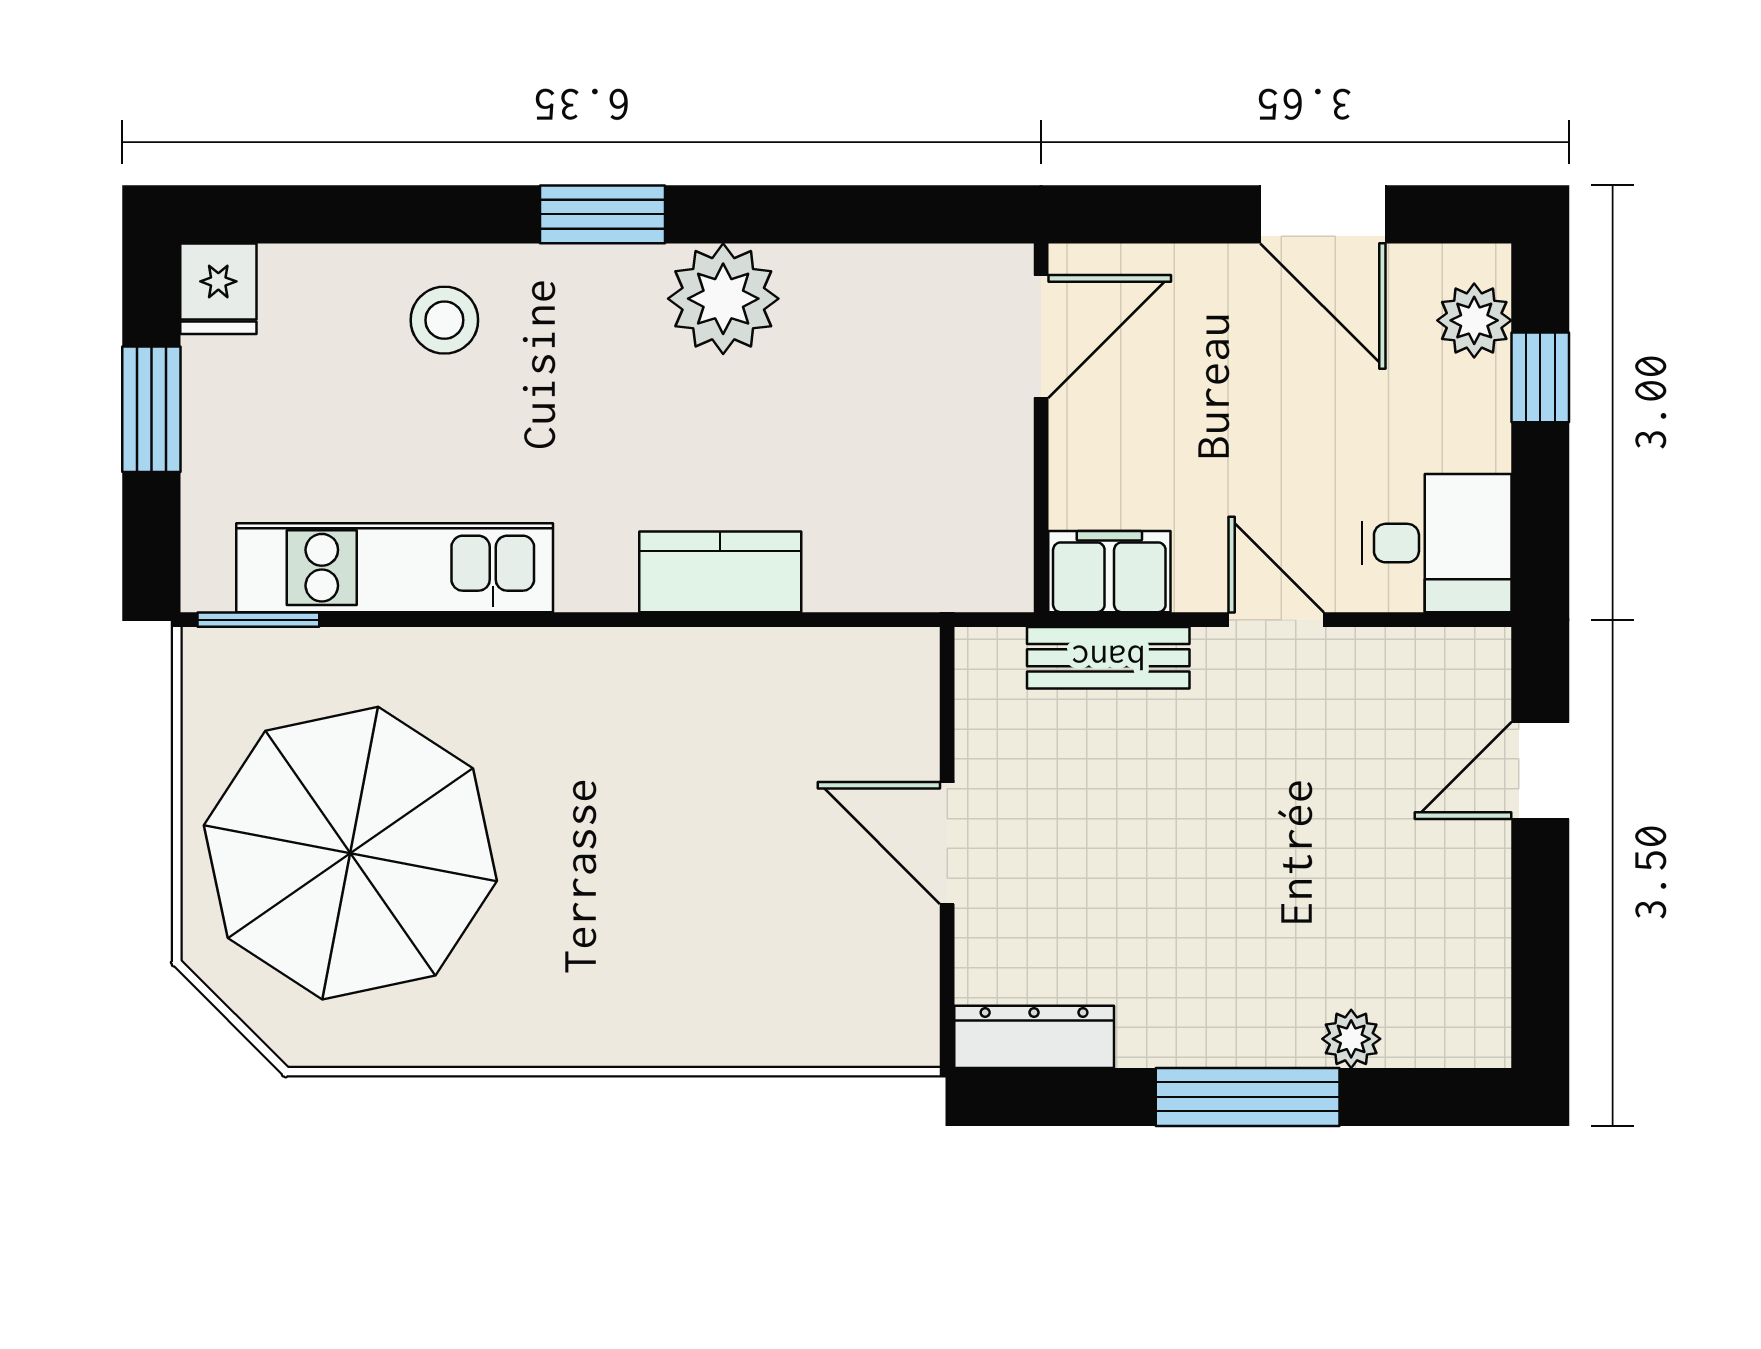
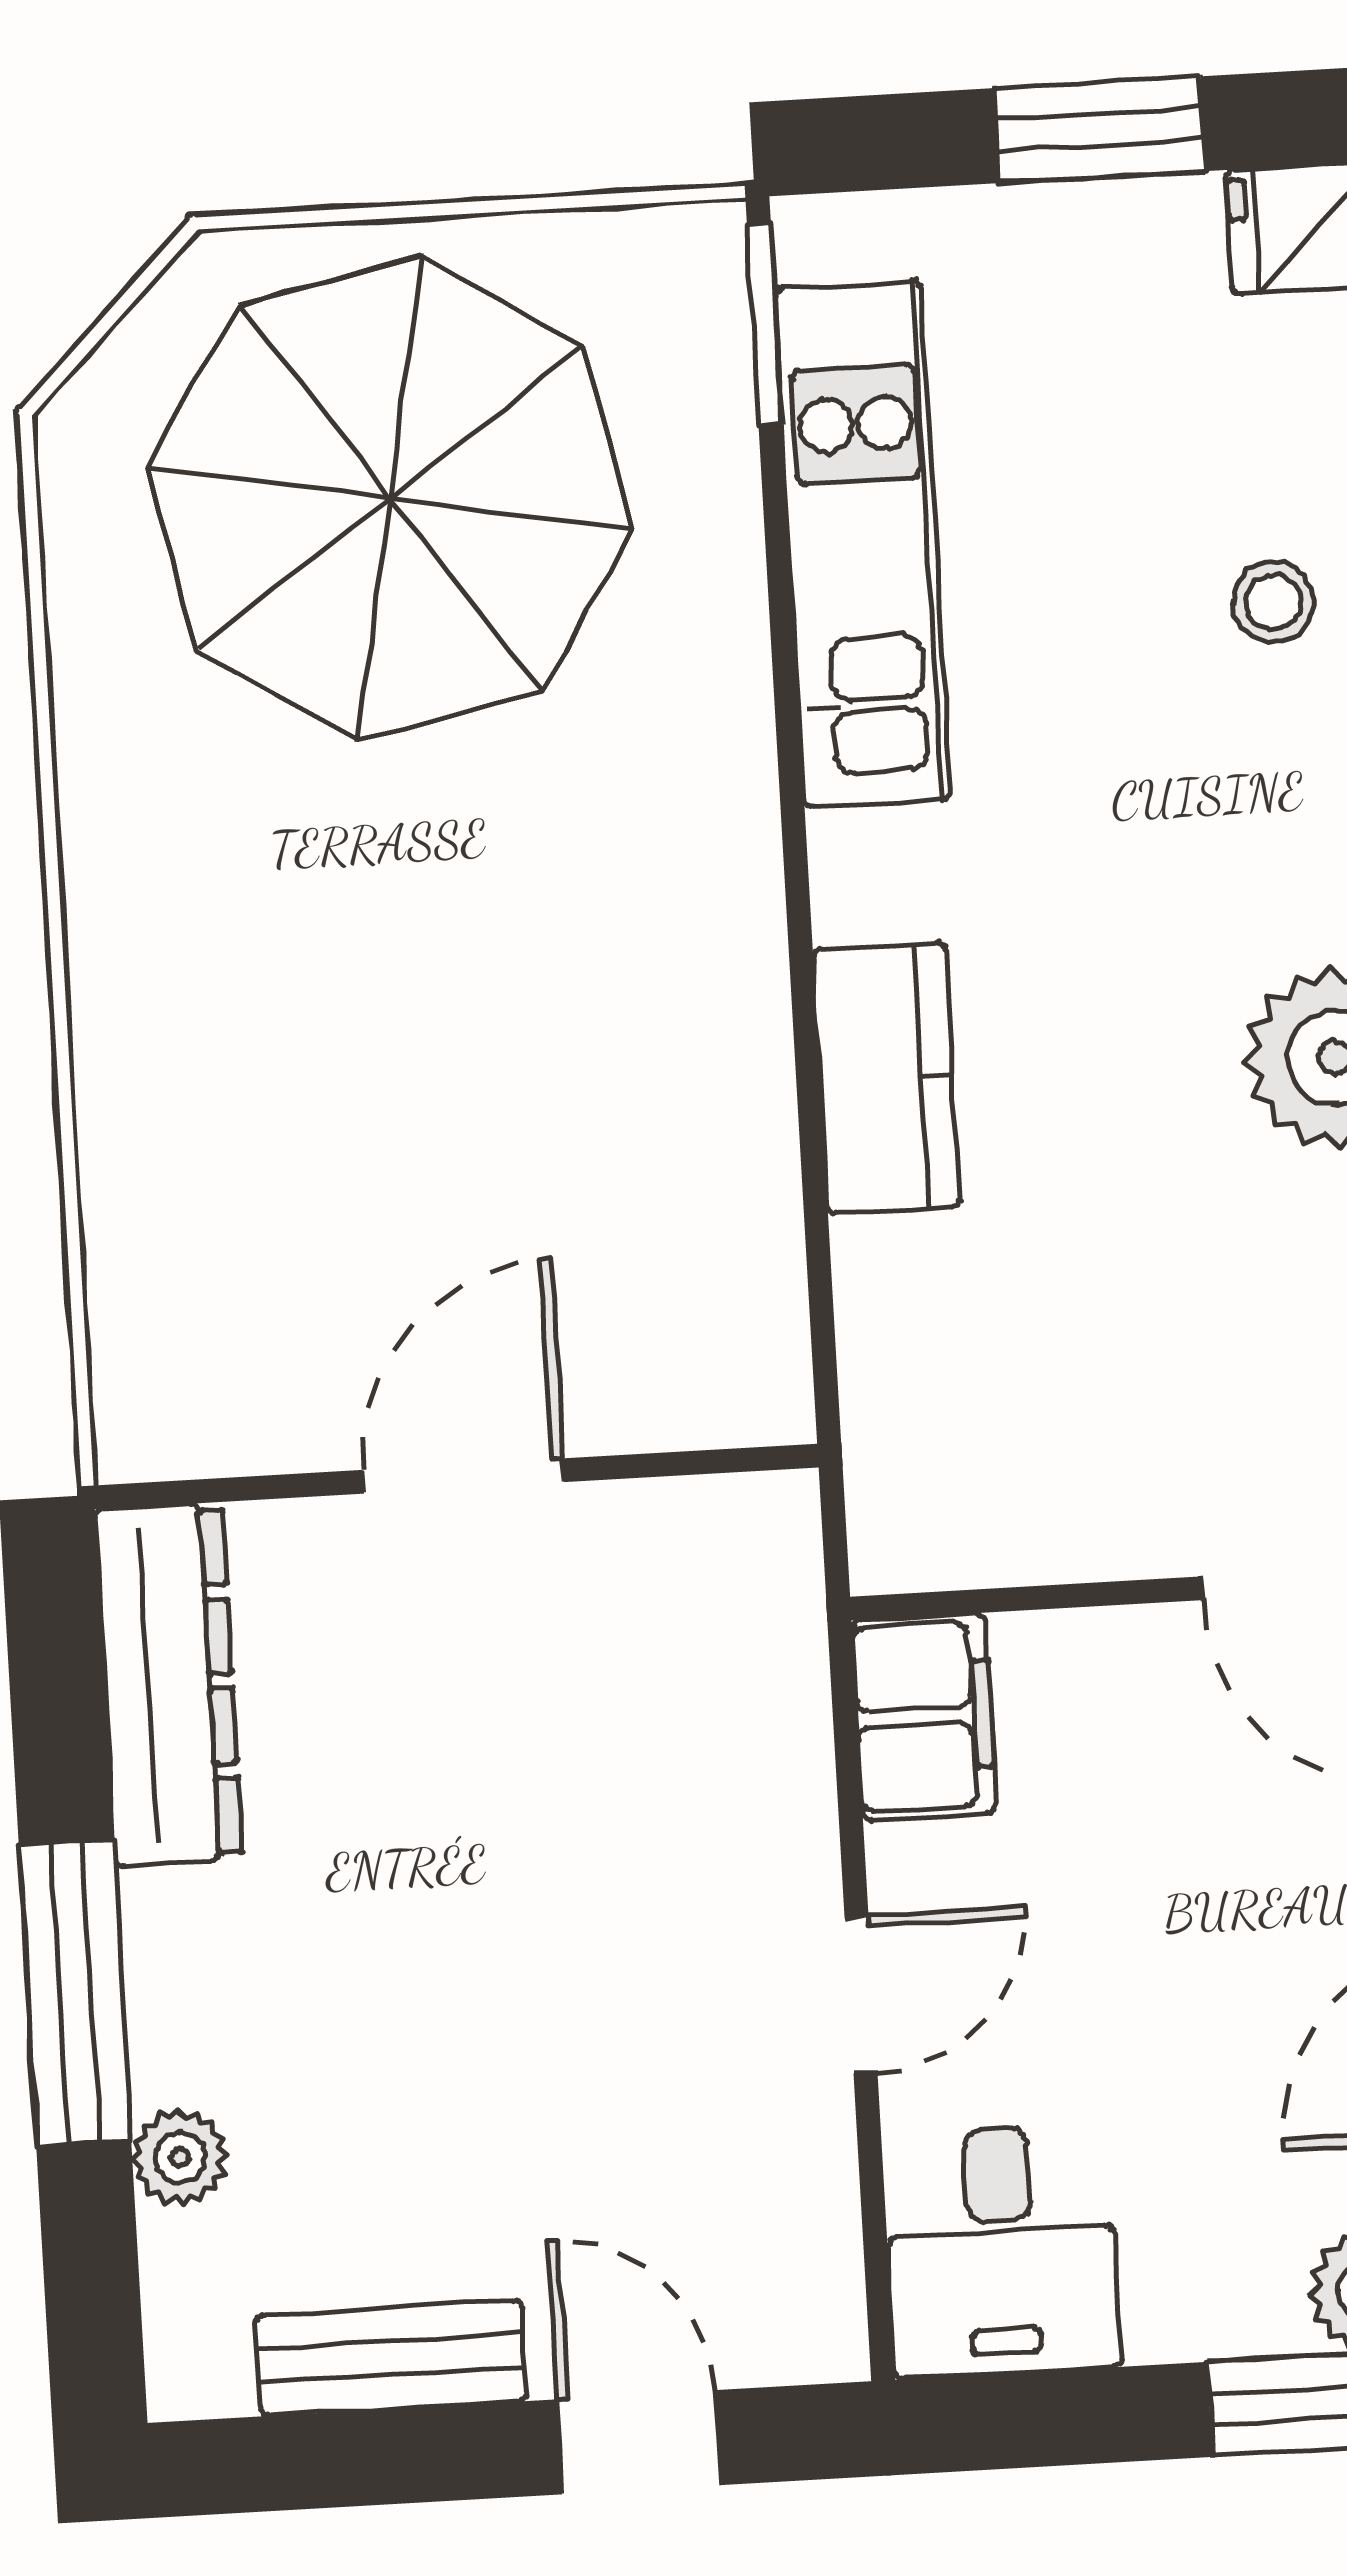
stool: (444, 320) -> (1273, 602), width x0.73, depth x0.73
bench: (1108, 658) -> (391, 2358), moved, turned 90
dresser: (1034, 1037) -> (169, 1684), width x1.37, depth x1.24

